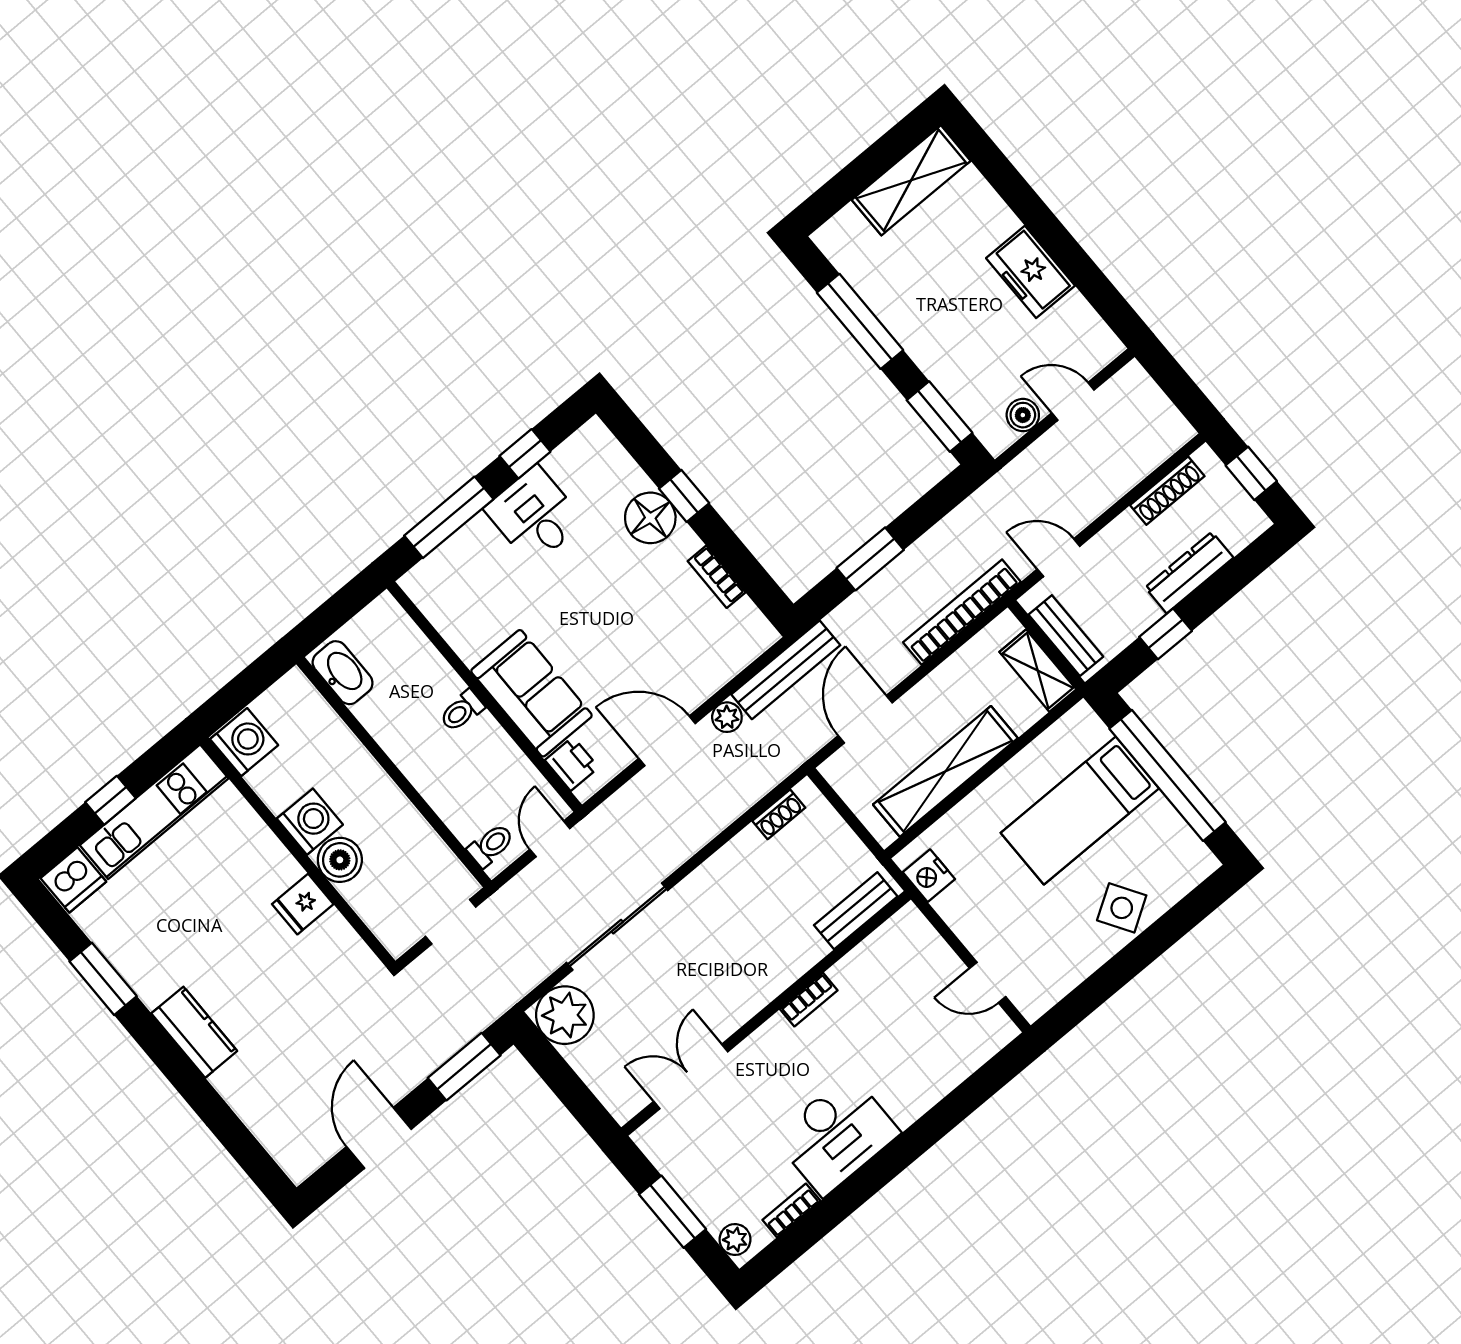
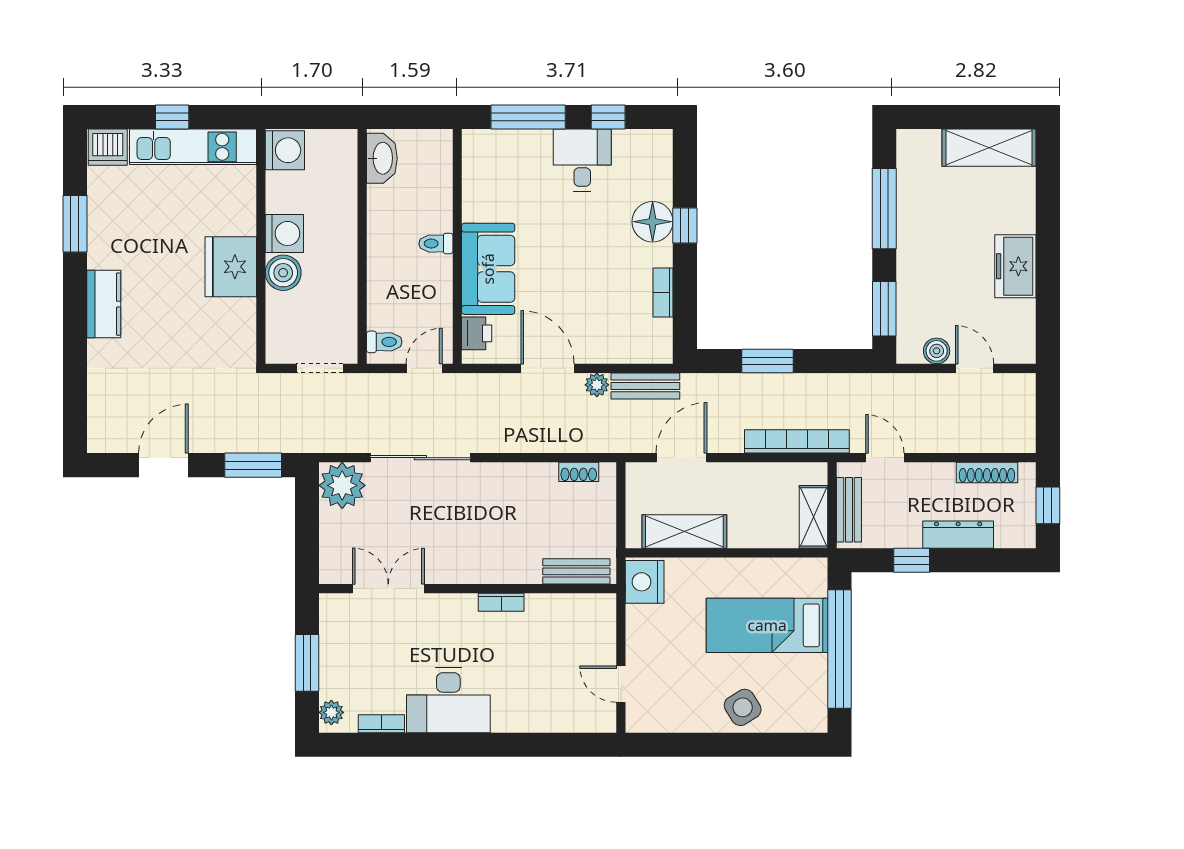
bench: (786, 670) -> (645, 386), width x0.73
shelving: (945, 771) -> (684, 532), width x0.68
nightstand: (929, 876) -> (645, 582), width x1.36, depth x1.33
fridge: (303, 904) -> (231, 267), width x1.88, depth x1.34

